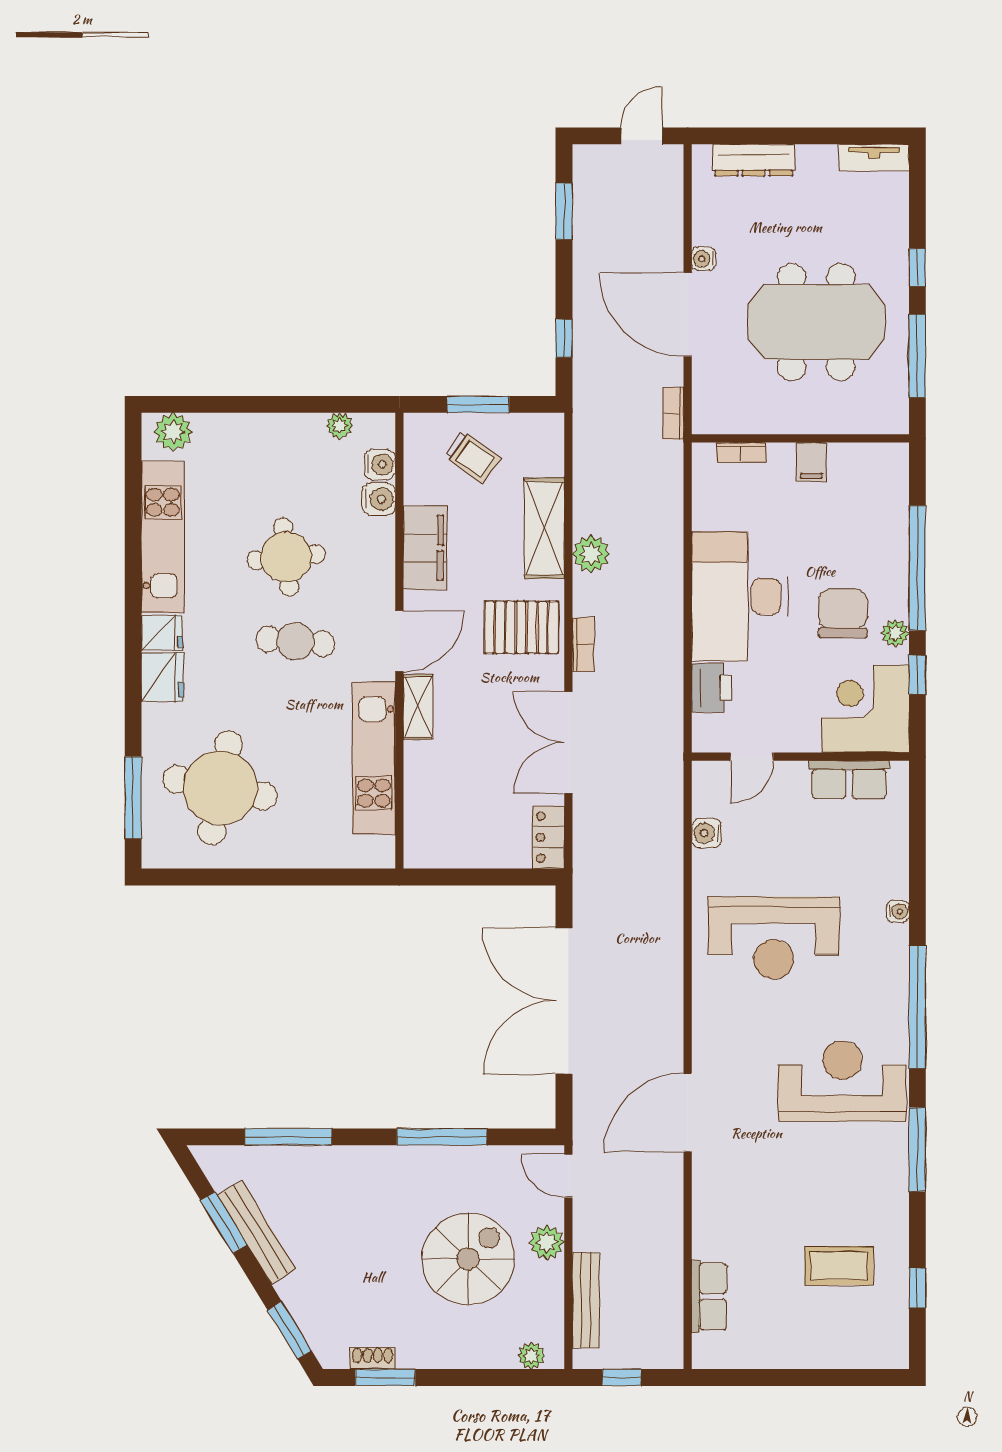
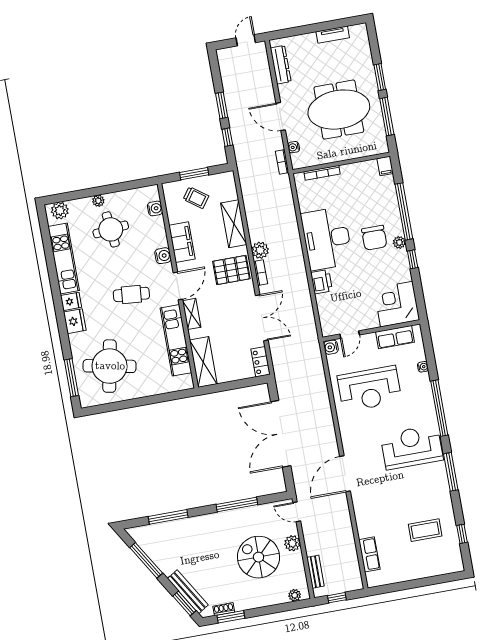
tv unit: (874, 157) -> (333, 35), moved
dresser: (754, 160) -> (281, 65), moved, turned -90
window: (564, 211) -> (222, 105), moved
water cooler: (704, 259) -> (294, 147), moved
window: (917, 268) -> (380, 77), width x1.50
door: (688, 315) -> (281, 117), width x0.73
plant: (340, 426) -> (98, 201), moved
bookcase: (741, 452) -> (322, 173), width x1.56
filing cabinet: (811, 462) -> (385, 166), moved
water cooler: (379, 499) -> (163, 256), moved
plant: (591, 554) -> (260, 250), moved
round table: (286, 557) -> (111, 229), moved
chair: (843, 613) -> (374, 238), turned 180
corner desk: (865, 709) -> (397, 304), moved
double door: (568, 743) -> (262, 318), swing flipped
door: (752, 757) -> (350, 335), moved
wall: (800, 757) -> (371, 331), moved
row of seats: (849, 780) -> (395, 337), moved
shelving: (425, 816) -> (203, 362), added
window: (224, 1223) -> (146, 560), width x1.44
bench: (256, 1232) -> (188, 592), moved
spiral stairs: (468, 1259) -> (258, 557), turned -90
bench: (586, 1300) -> (315, 572), width x0.73

